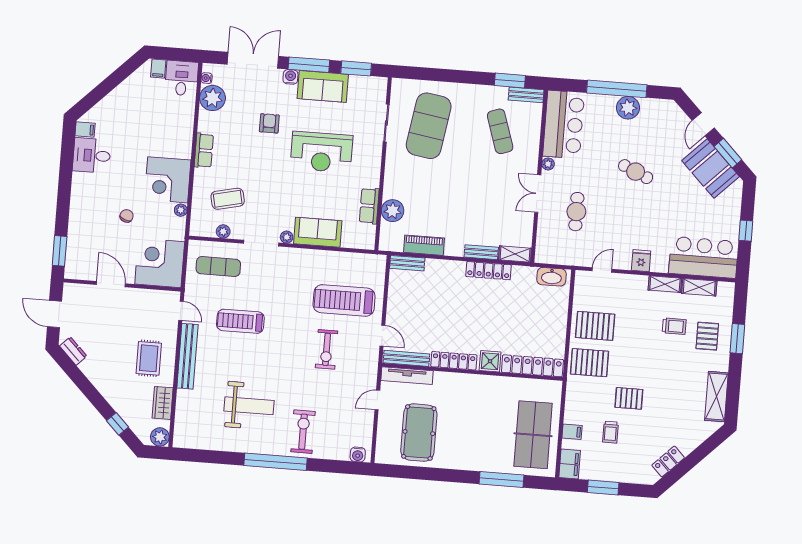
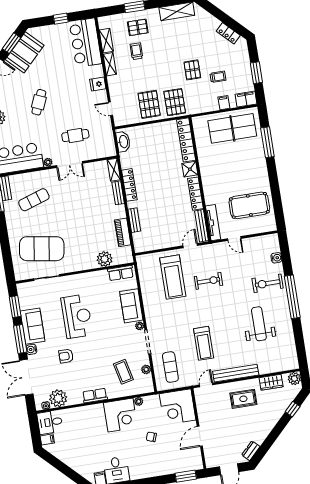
row of seats: (369, 206) -> (121, 273), moved
bench: (407, 263) -> (134, 220), moved
water cooler: (358, 454) -> (276, 258), moved

